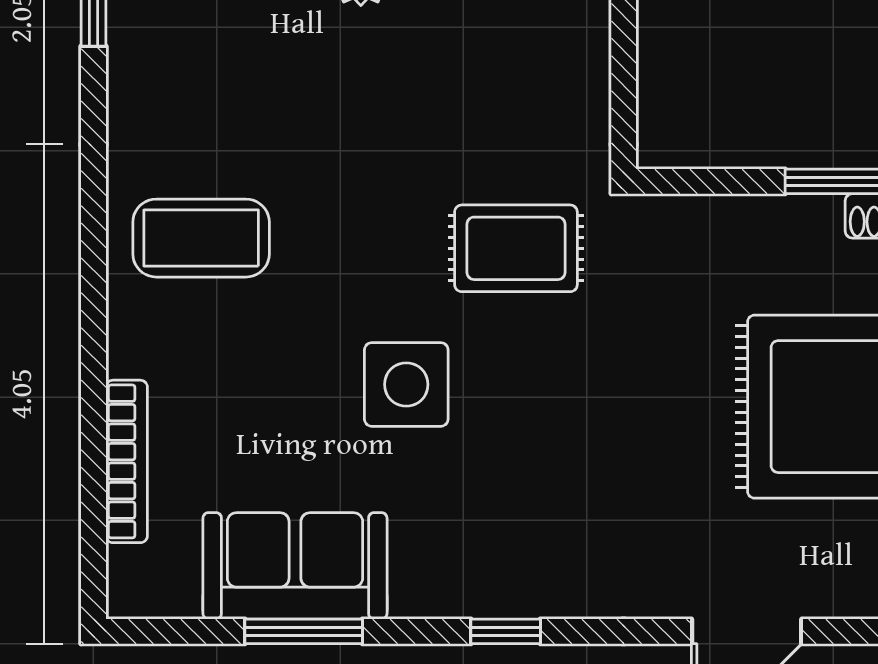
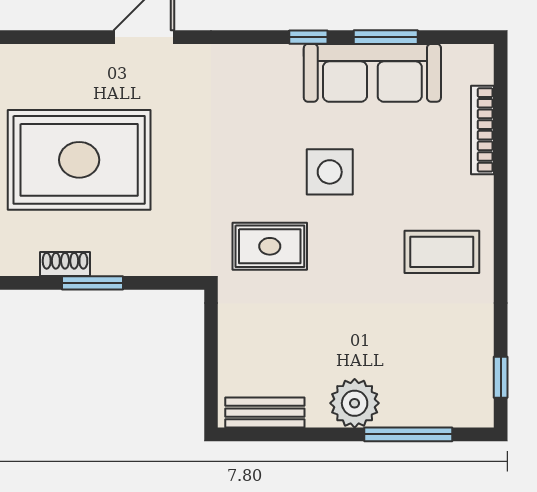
sofa: (295, 566) -> (372, 73), width x1.36
window: (506, 631) -> (308, 37), moved

